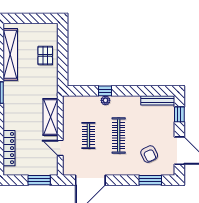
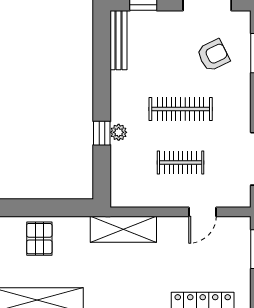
pallet: (45, 55) -> (39, 239), turned 90
shelving: (51, 117) -> (123, 229), moved

